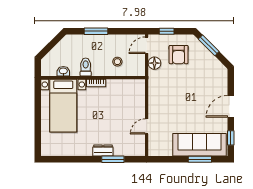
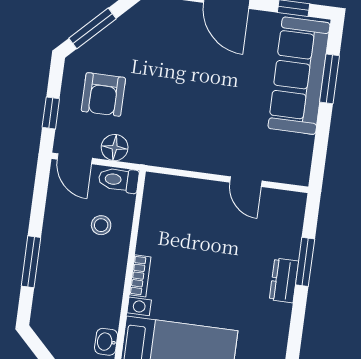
armchair: (179, 55) -> (103, 94), turned 90
toilet: (86, 67) -> (119, 180), moved

